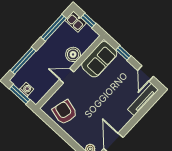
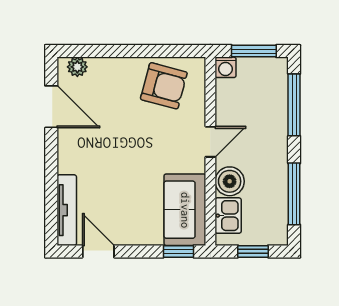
kitchen sink: (76, 22) -> (228, 216), moved, turned 90
window: (123, 53) -> (179, 251), moved
washing machine: (26, 89) -> (225, 67), moved

